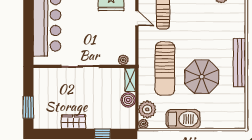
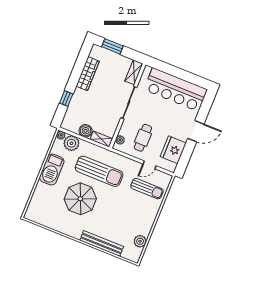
cafe table: (111, 37) -> (143, 138), added
bench: (240, 63) -> (102, 243), moved
sun lounger: (165, 69) -> (99, 171), turned 180
shelving: (46, 74) -> (134, 72), added
wardrobe: (73, 122) -> (88, 74), width x1.50

